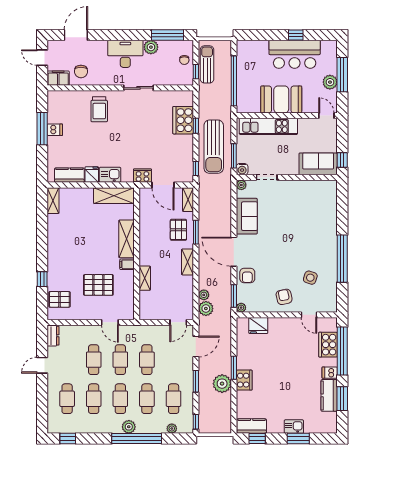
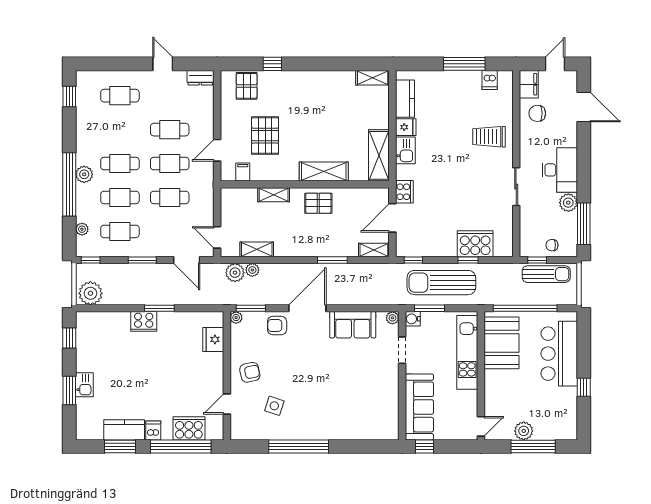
bar counter: (295, 54) -> (559, 354), moved
booth: (281, 99) -> (502, 343), moved
dishwasher: (55, 130) -> (490, 80), moved
sofa: (318, 164) -> (419, 407), width x1.36
pallet: (178, 230) -> (318, 203), moved
shelving: (188, 262) -> (257, 249), moved
filing cabinet: (127, 264) -> (243, 172), moved
plant: (222, 384) -> (90, 293), moved
cafe table: (94, 399) -> (120, 130), removed
kitchen counter: (252, 426) -> (85, 331), removed

